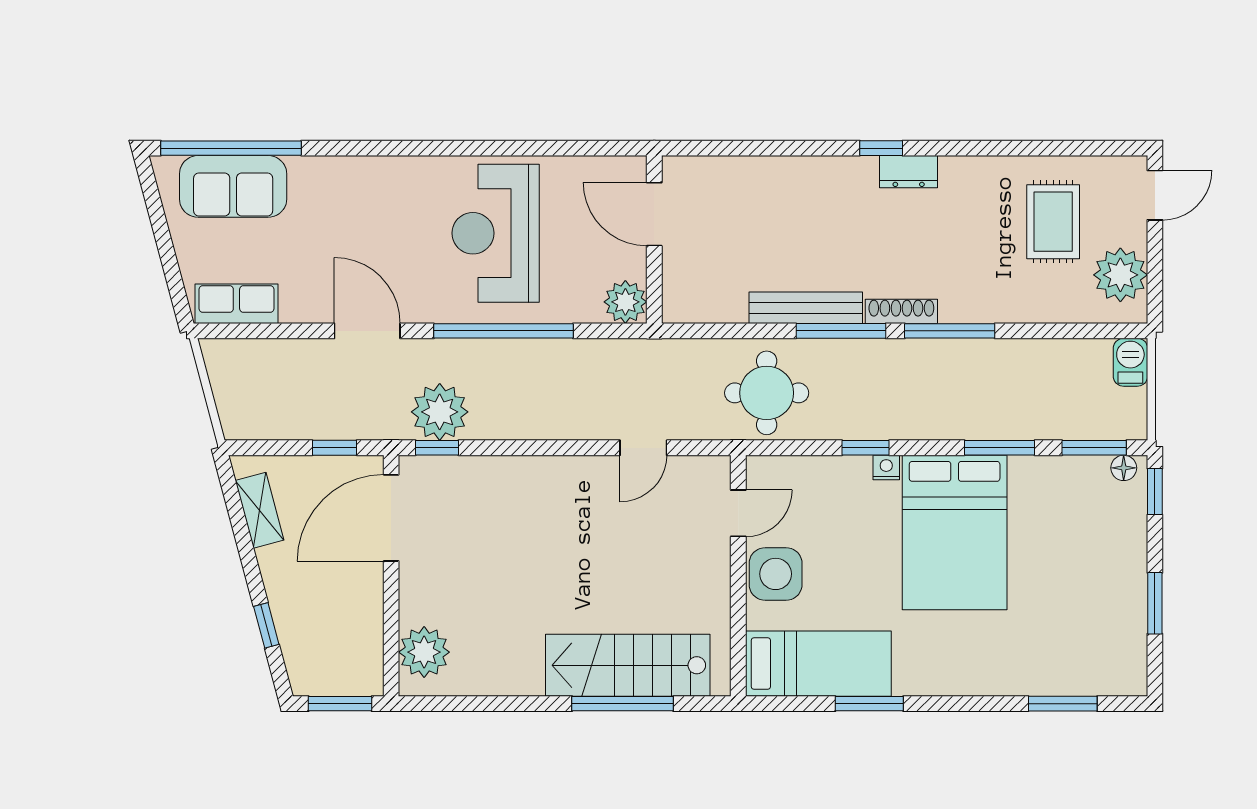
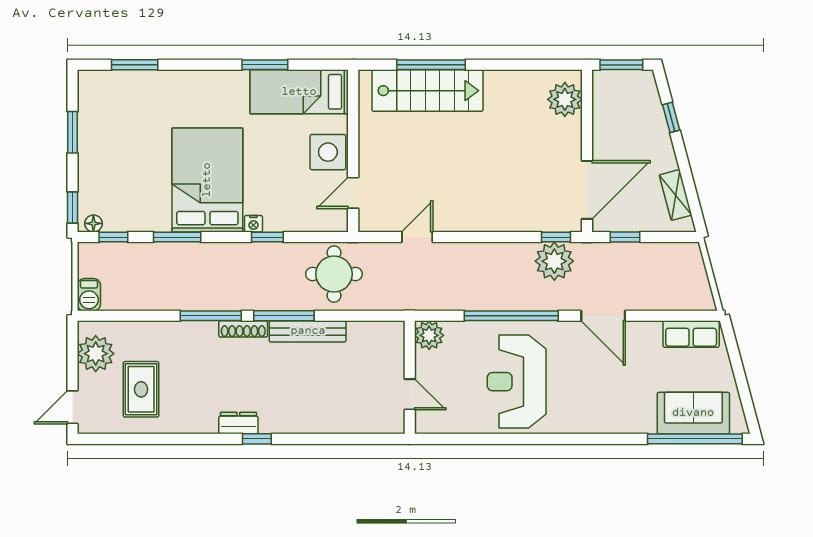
door: (654, 214) -> (410, 394), width x0.73
reception desk: (496, 233) -> (517, 382), turned 180
window: (1094, 448) -> (113, 237), width x0.67

